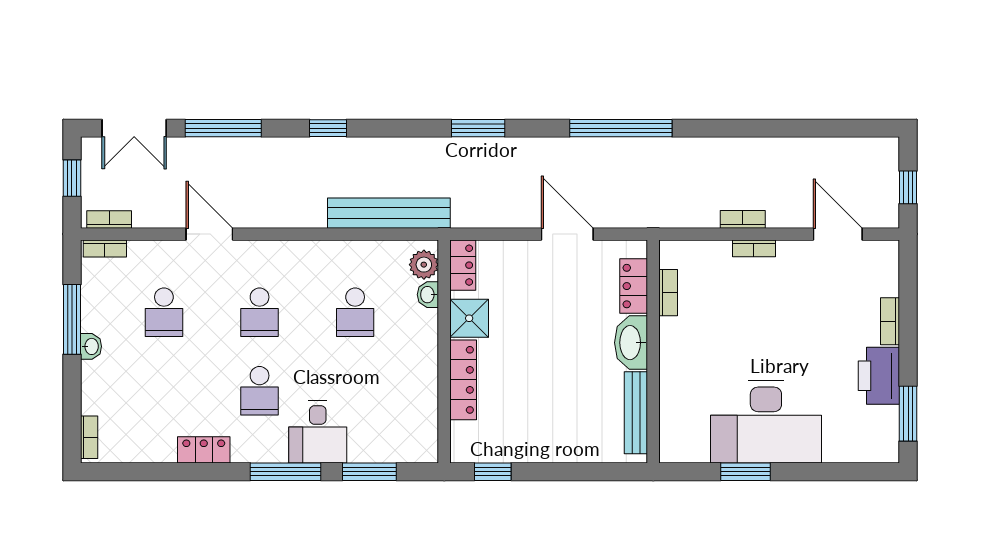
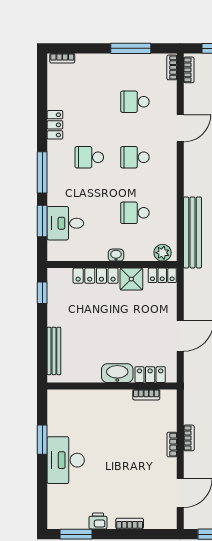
washbasin: (428, 295) -> (116, 255), moved
washbasin: (91, 346) -> (115, 59), removed
printer: (879, 376) -> (98, 521), width x0.53, depth x0.68
bench: (636, 413) -> (54, 351), moved, turned 90
desk: (766, 422) -> (66, 460), width x0.73, depth x0.77
desk: (318, 432) -> (65, 223), moved

